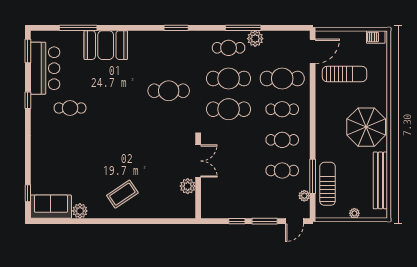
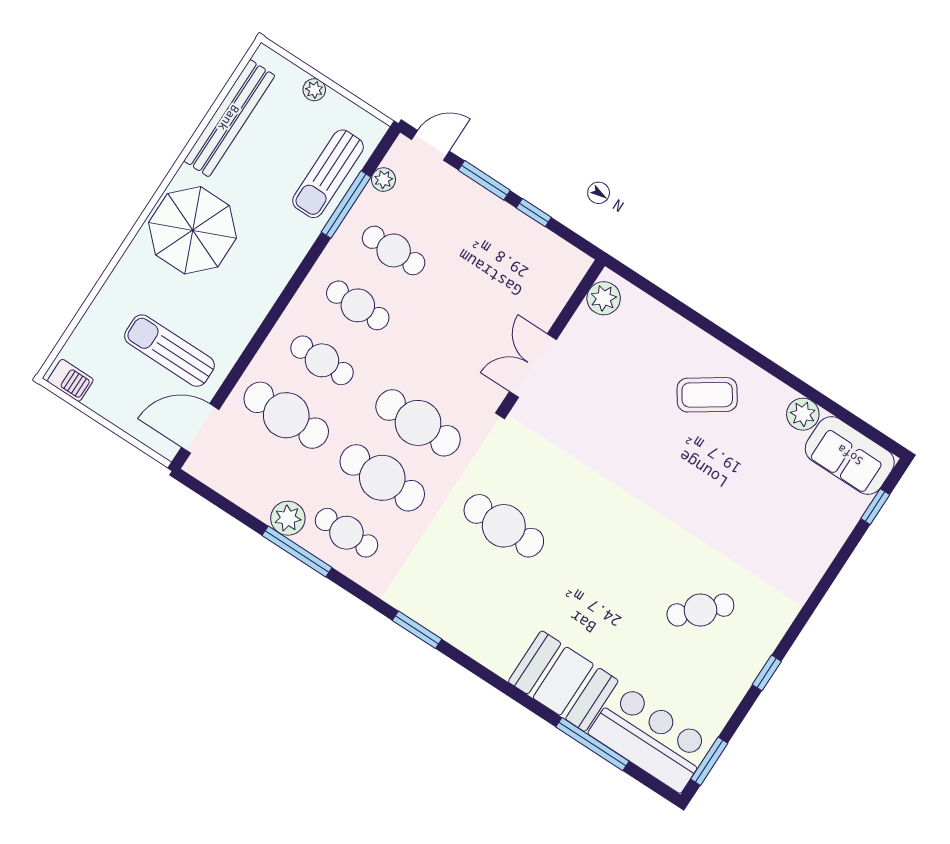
bar counter: (45, 68) -> (651, 738), moved, turned 90
cafe table: (70, 108) -> (700, 610), turned -45
plant: (188, 186) -> (604, 298), moved

